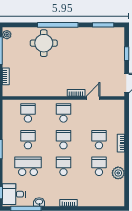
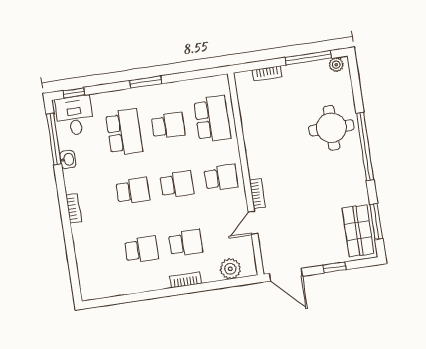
shop shelf: (107, 37) -> (358, 231), added
door: (93, 98) -> (253, 223), swing flipped
school desk: (28, 113) -> (212, 119), width x1.85
plant: (118, 173) -> (230, 269), moved

